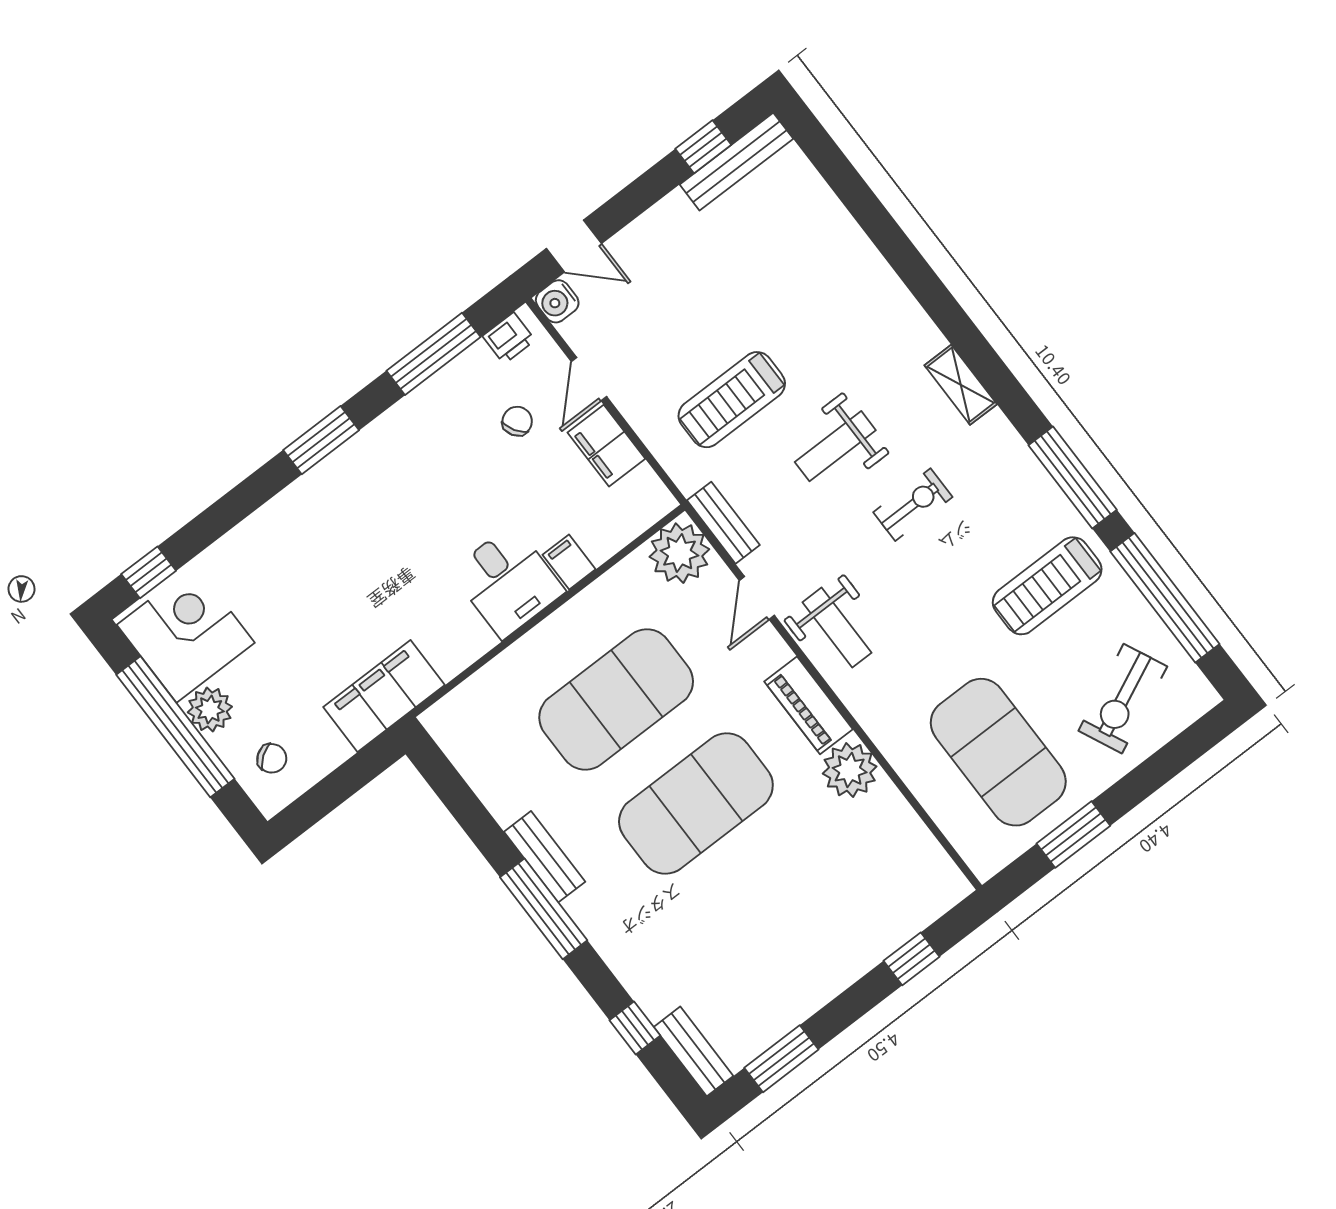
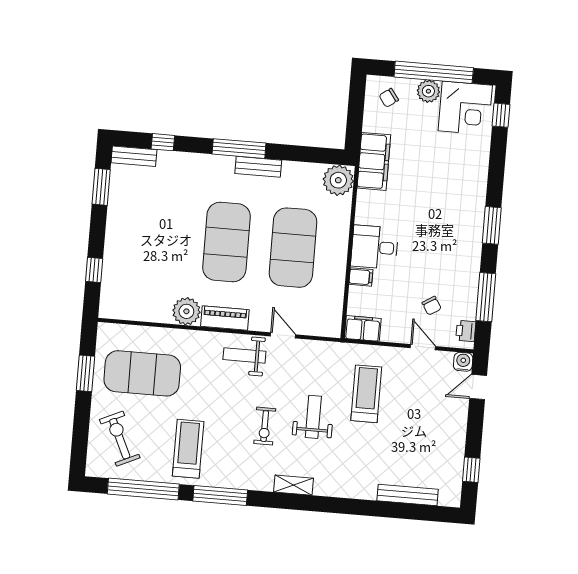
bench: (736, 162) -> (408, 495), moved, turned 90
filing cabinet: (606, 446) -> (363, 328), moved
bench: (723, 523) -> (323, 348), removed
plant: (679, 553) -> (338, 180), moved

